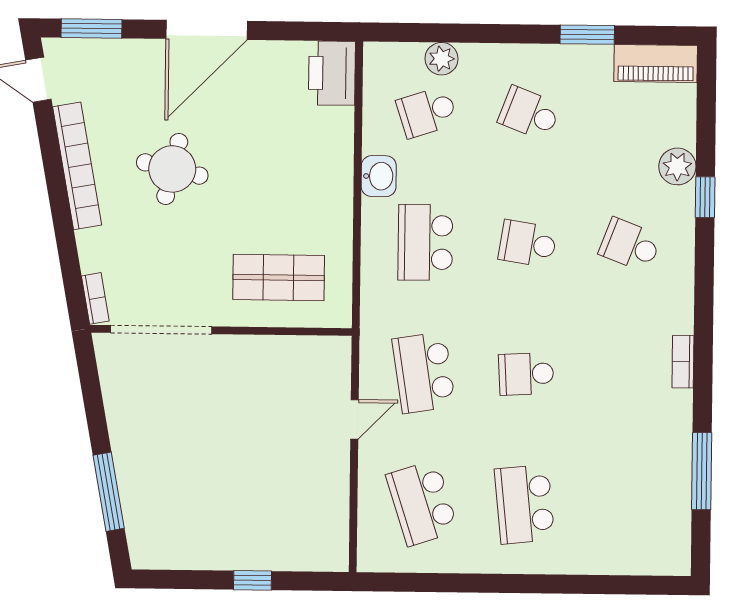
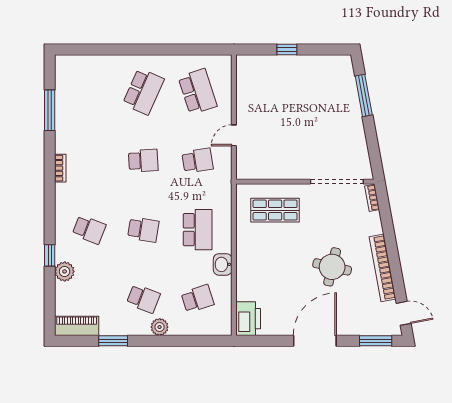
plant: (442, 59) -> (160, 327), moved
school desk: (424, 373) -> (198, 161), width x0.54
school desk: (525, 504) -> (143, 92), turned 30

